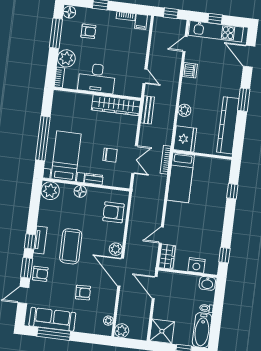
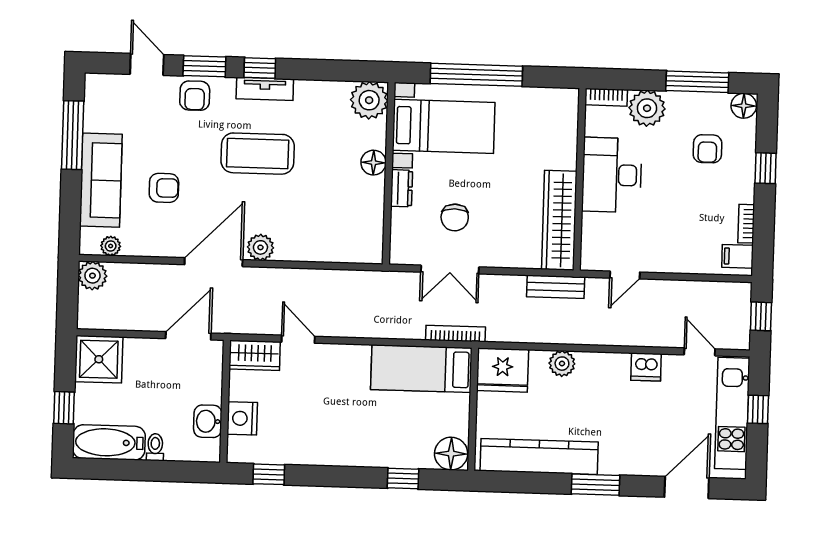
floor lamp: (223, 167) -> (451, 454), added
armchair: (113, 212) -> (336, 236), removed
washbasin: (207, 283) -> (208, 421), moved
armchair: (83, 293) -> (164, 188), turned -88
sofa: (52, 319) -> (101, 180), moved

